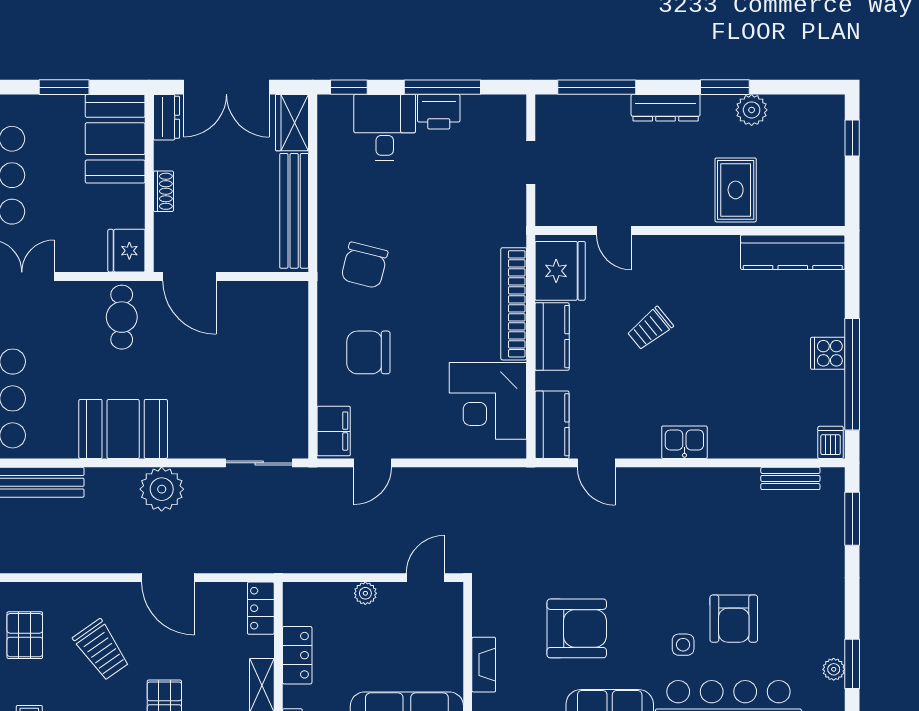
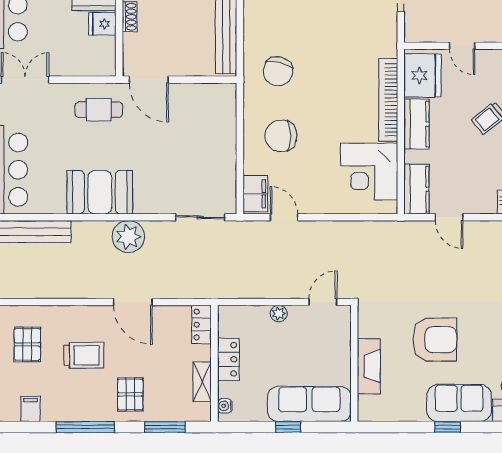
fridge: (126, 251) -> (102, 24), moved, width x0.72
cafe table: (122, 317) -> (99, 110), turned 90
door: (373, 463) -> (284, 217), swing flipped
trolley: (101, 650) -> (84, 355), turned -55
fireplace: (484, 665) -> (369, 366), width x1.37, depth x1.32

